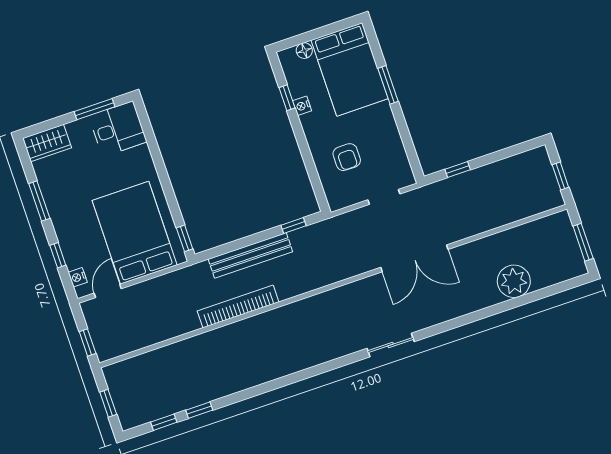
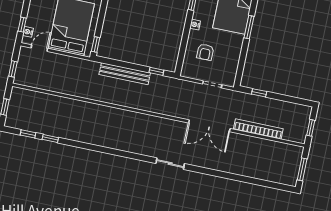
nightstand: (302, 106) -> (195, 25), moved
window: (58, 255) -> (22, 25), moved
plant: (514, 281) -> (254, 168), removed
bookcase: (238, 306) -> (258, 129), moved

